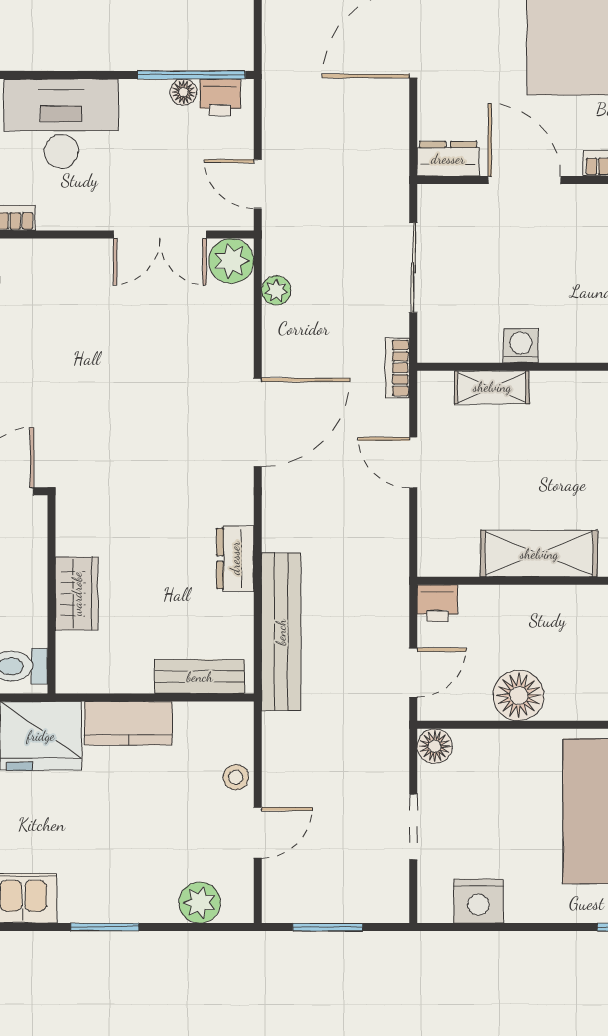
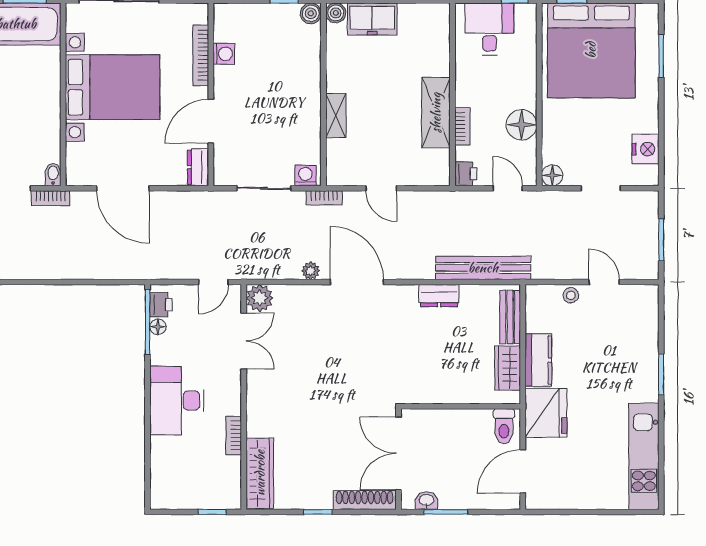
plant: (276, 290) -> (311, 271), moved
washing machine: (521, 346) -> (305, 176), moved, turned 90
shelving: (492, 387) -> (336, 116), moved
door: (413, 463) -> (381, 188), hinge flipped
wardrobe: (77, 594) -> (508, 368), moved, turned -90
bookcase: (516, 597) -> (462, 126), added
plant: (200, 903) -> (646, 317), removed

